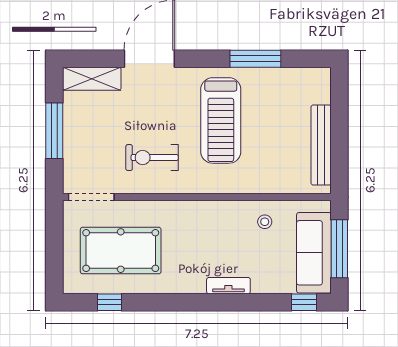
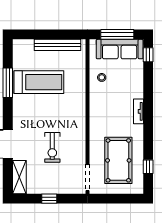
treadmill: (221, 120) -> (39, 82), moved
window: (54, 131) -> (49, 199), width x0.46
exercise bike: (152, 158) -> (52, 147), moved
tv unit: (228, 286) -> (138, 111), moved

